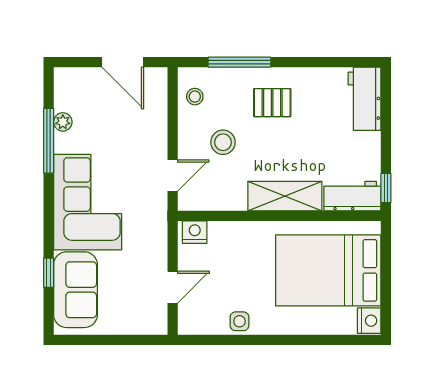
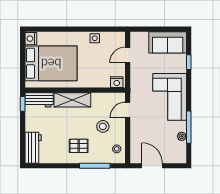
sofa: (75, 290) -> (168, 42), moved, turned -90

